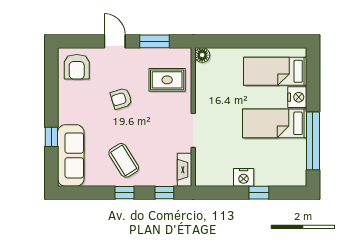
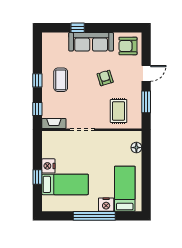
floor lamp: (202, 55) -> (136, 148), moved
bed: (275, 123) -> (65, 184), moved, turned 90
window: (313, 141) -> (94, 216), moved
sofa: (71, 155) -> (91, 42), moved
coffee table: (124, 160) -> (61, 80), turned -58

